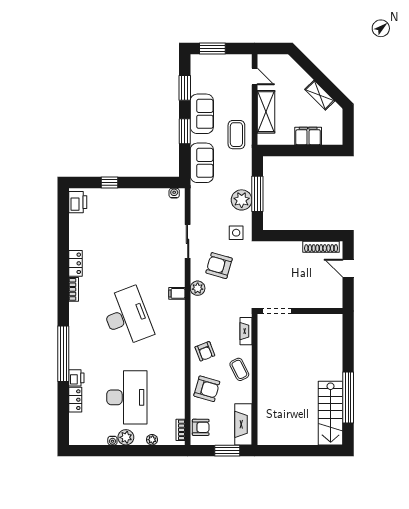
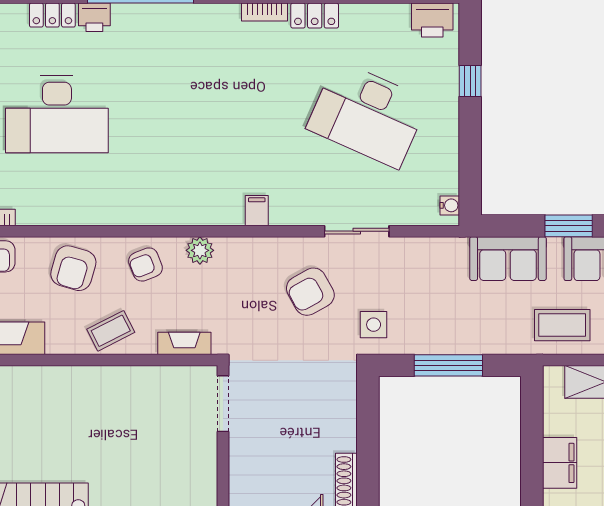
plant: (242, 200) -> (436, 335), removed
armchair: (219, 266) -> (310, 292), turned -135
plant: (198, 288) -> (200, 250), moved
desk: (127, 317) -> (368, 114), moved, turned 45

